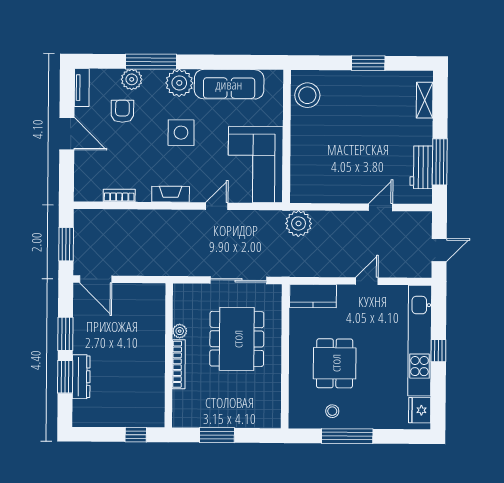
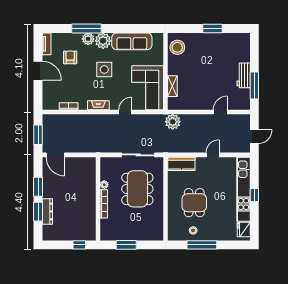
plant: (132, 79) -> (88, 39), moved
shelving: (425, 100) -> (172, 86), moved
workbench: (421, 167) -> (244, 75), moved

